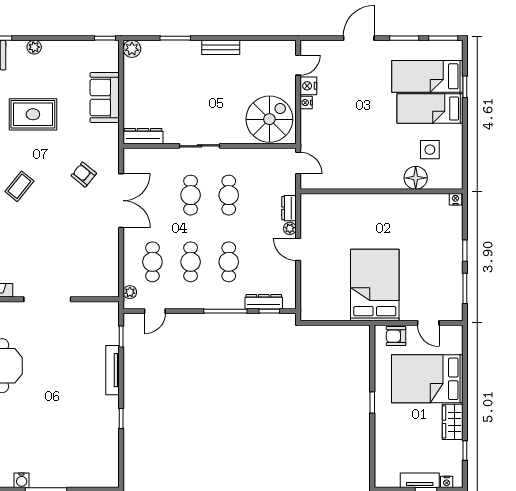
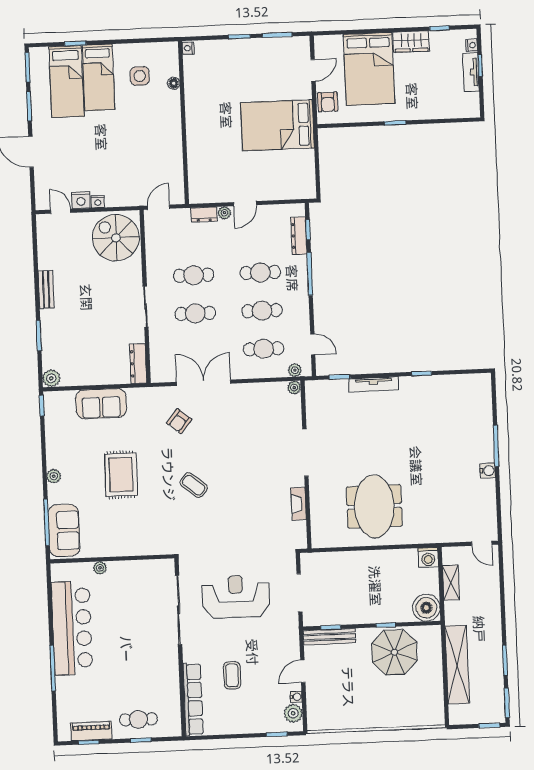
floor lamp: (416, 178) -> (174, 83), width x0.53, depth x0.53
plant: (113, 291) -> (294, 387), added

